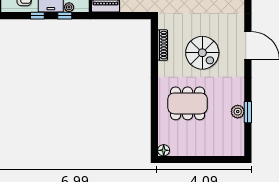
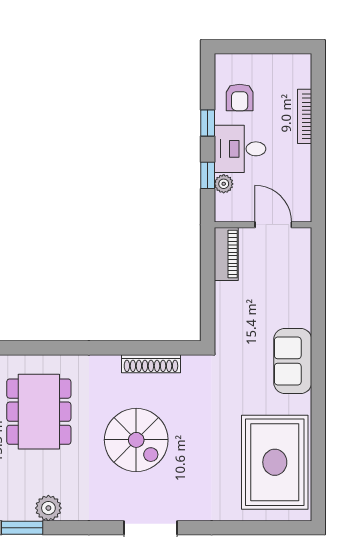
spiral stairs: (202, 53) -> (136, 440), turned -90
plant: (238, 112) -> (48, 508), moved

